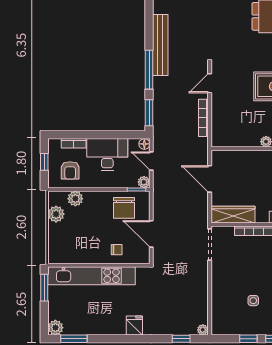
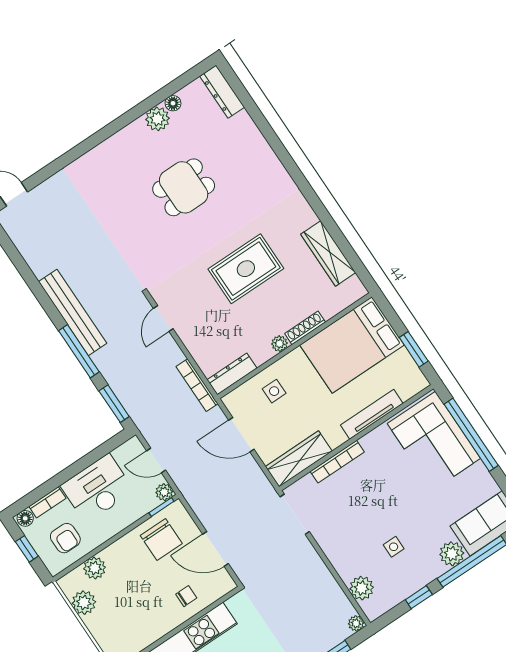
bookcase: (203, 118) -> (197, 385), moved
dresser: (227, 141) -> (232, 374), added
floor lamp: (144, 144) -> (25, 518), moved
side table: (245, 167) -> (274, 391), added
plant: (219, 312) -> (362, 588), added

